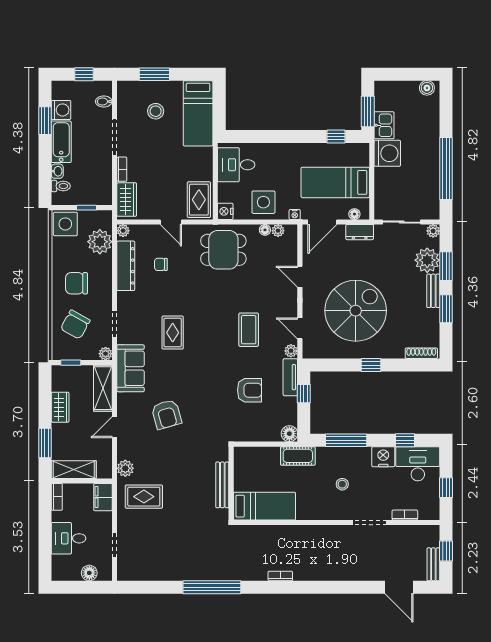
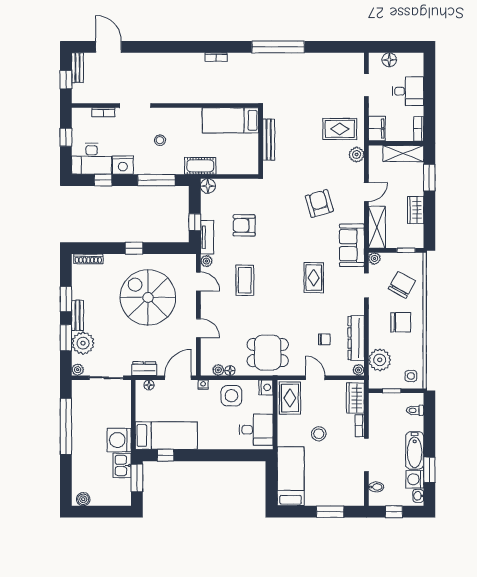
stool: (156, 111) -> (319, 434), moved
washbasin: (57, 171) -> (418, 496), moved
bed: (335, 182) -> (166, 436), moved
side table: (65, 224) -> (411, 376), width x0.54, depth x0.54
spiral stairs: (356, 311) -> (148, 297), turned 90

